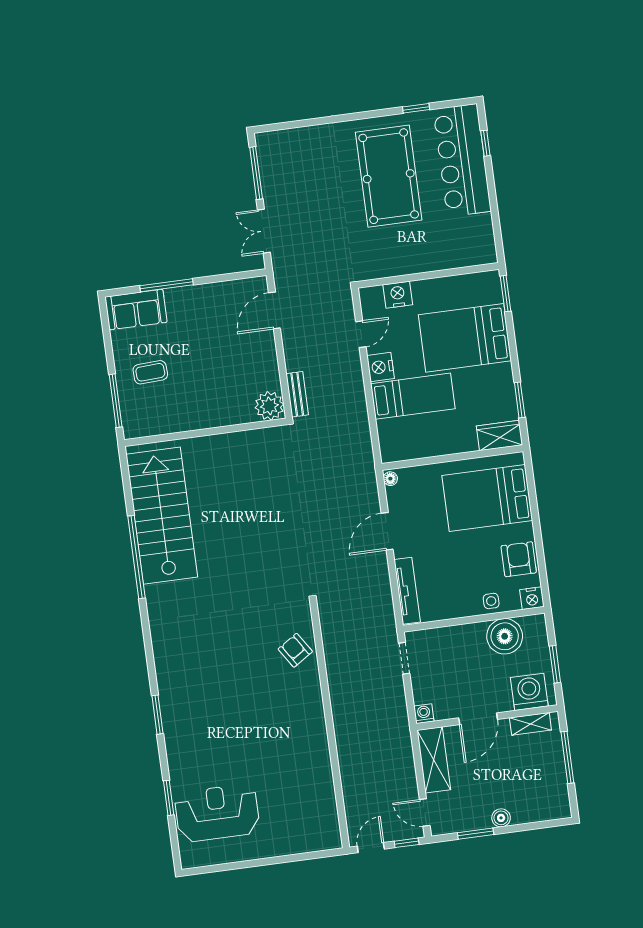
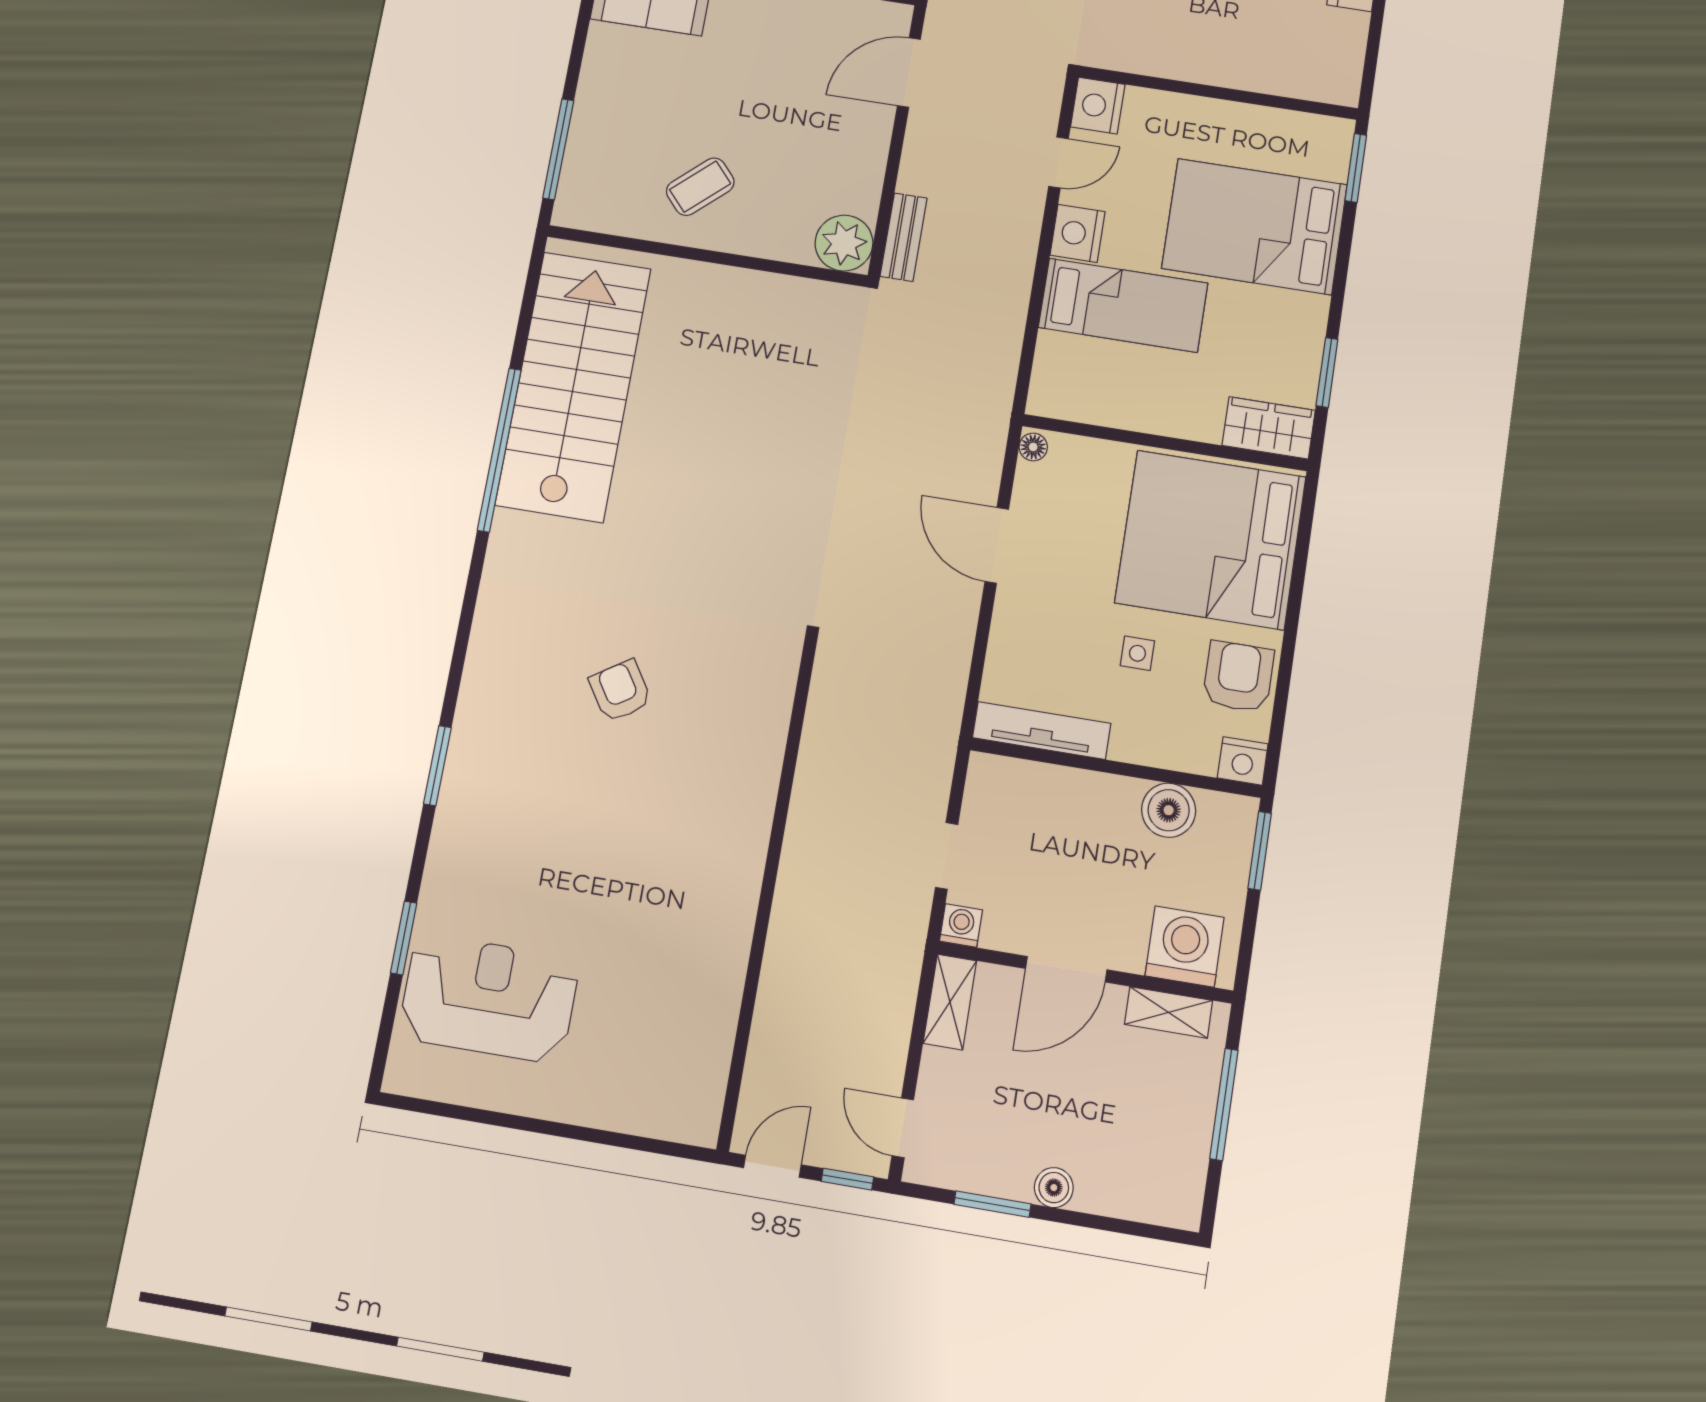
nightstand: (398, 295) -> (1098, 106), moved, turned -90
coffee table: (150, 372) -> (700, 187), moved, turned -39
bed: (487, 498) -> (1210, 540), width x1.36
door: (387, 531) -> (997, 545), hinge flipped
tv unit: (407, 591) -> (1042, 731), moved, turned -90
side table: (491, 601) -> (1137, 653), moved
boiler: (505, 636) -> (1169, 810), width x0.73, depth x0.73
armchair: (295, 650) -> (620, 691), moved
doorway: (404, 658) -> (947, 856), moved
window: (555, 664) -> (1260, 851), moved
shelving: (434, 760) -> (950, 1002), width x0.67, depth x0.75

